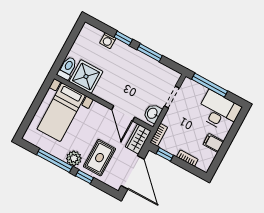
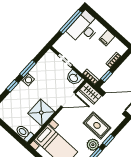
washing machine: (108, 41) -> (28, 79), moved
shower: (86, 76) -> (41, 113), moved
window: (210, 85) -> (71, 22), moved

